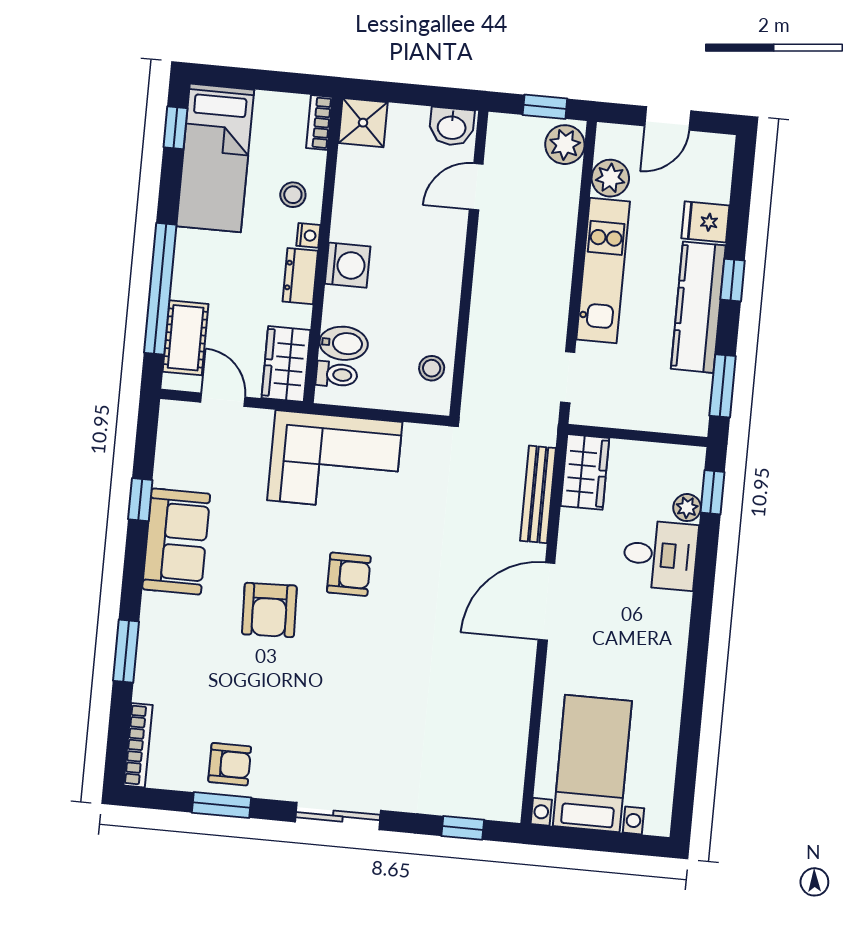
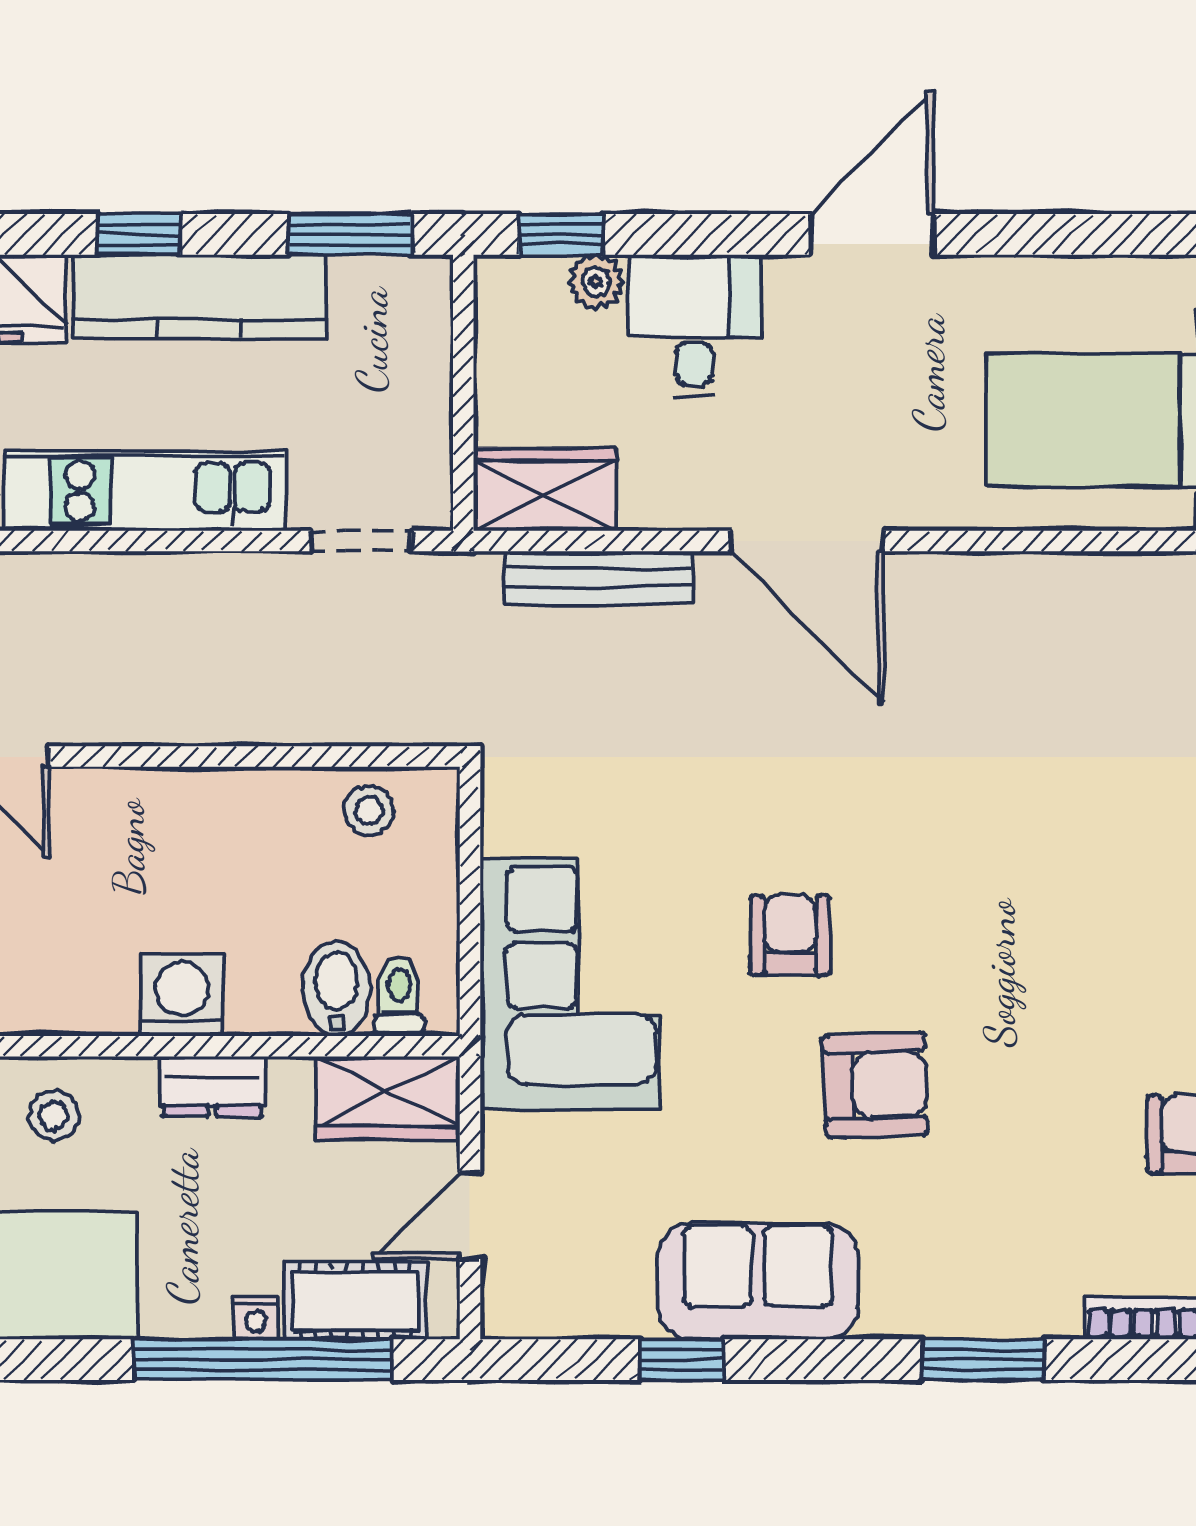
nightstand: (308, 235) -> (256, 1318), moved, turned 180
door: (698, 649) -> (872, 234), added

